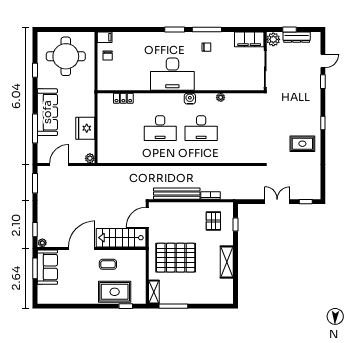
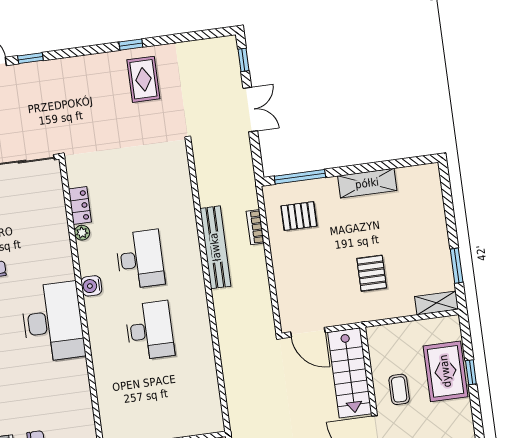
locker: (123, 98) -> (80, 206), moved
window: (323, 123) -> (131, 45), moved
bench: (177, 194) -> (215, 247), moved
double door: (277, 202) -> (250, 109), swing flipped
window: (235, 225) -> (300, 177), width x2.17
pallet: (176, 258) -> (372, 273), width x0.49, depth x0.50
window: (126, 306) -> (471, 372), moved
window: (173, 306) -> (457, 266), width x0.69

